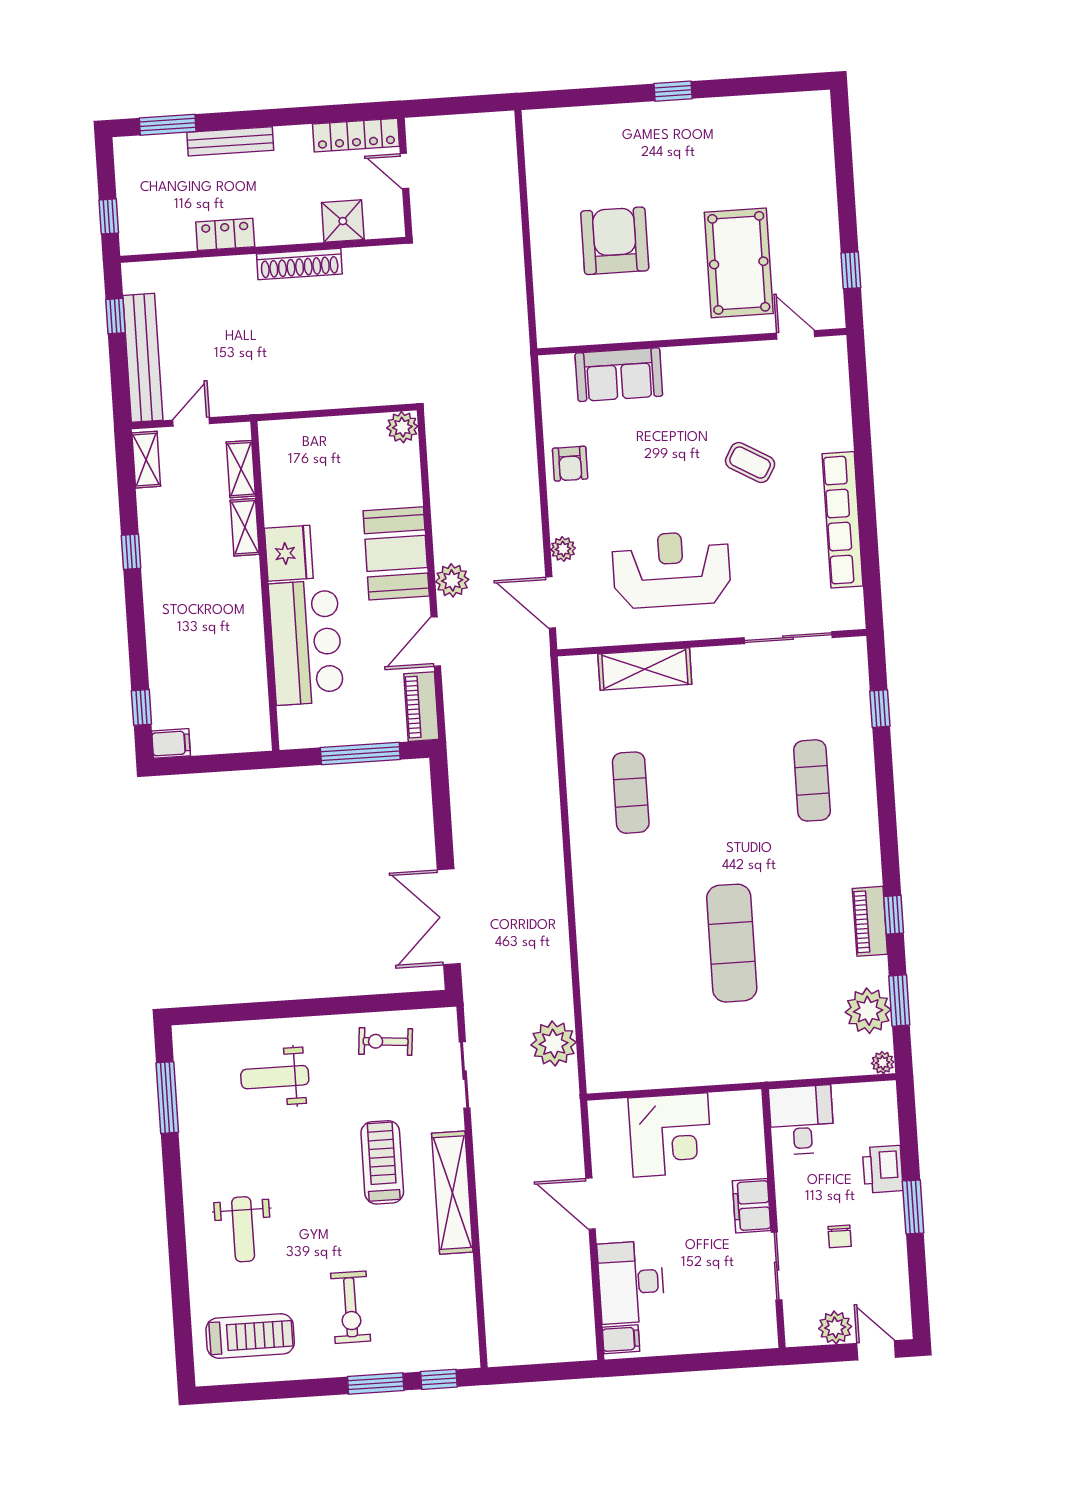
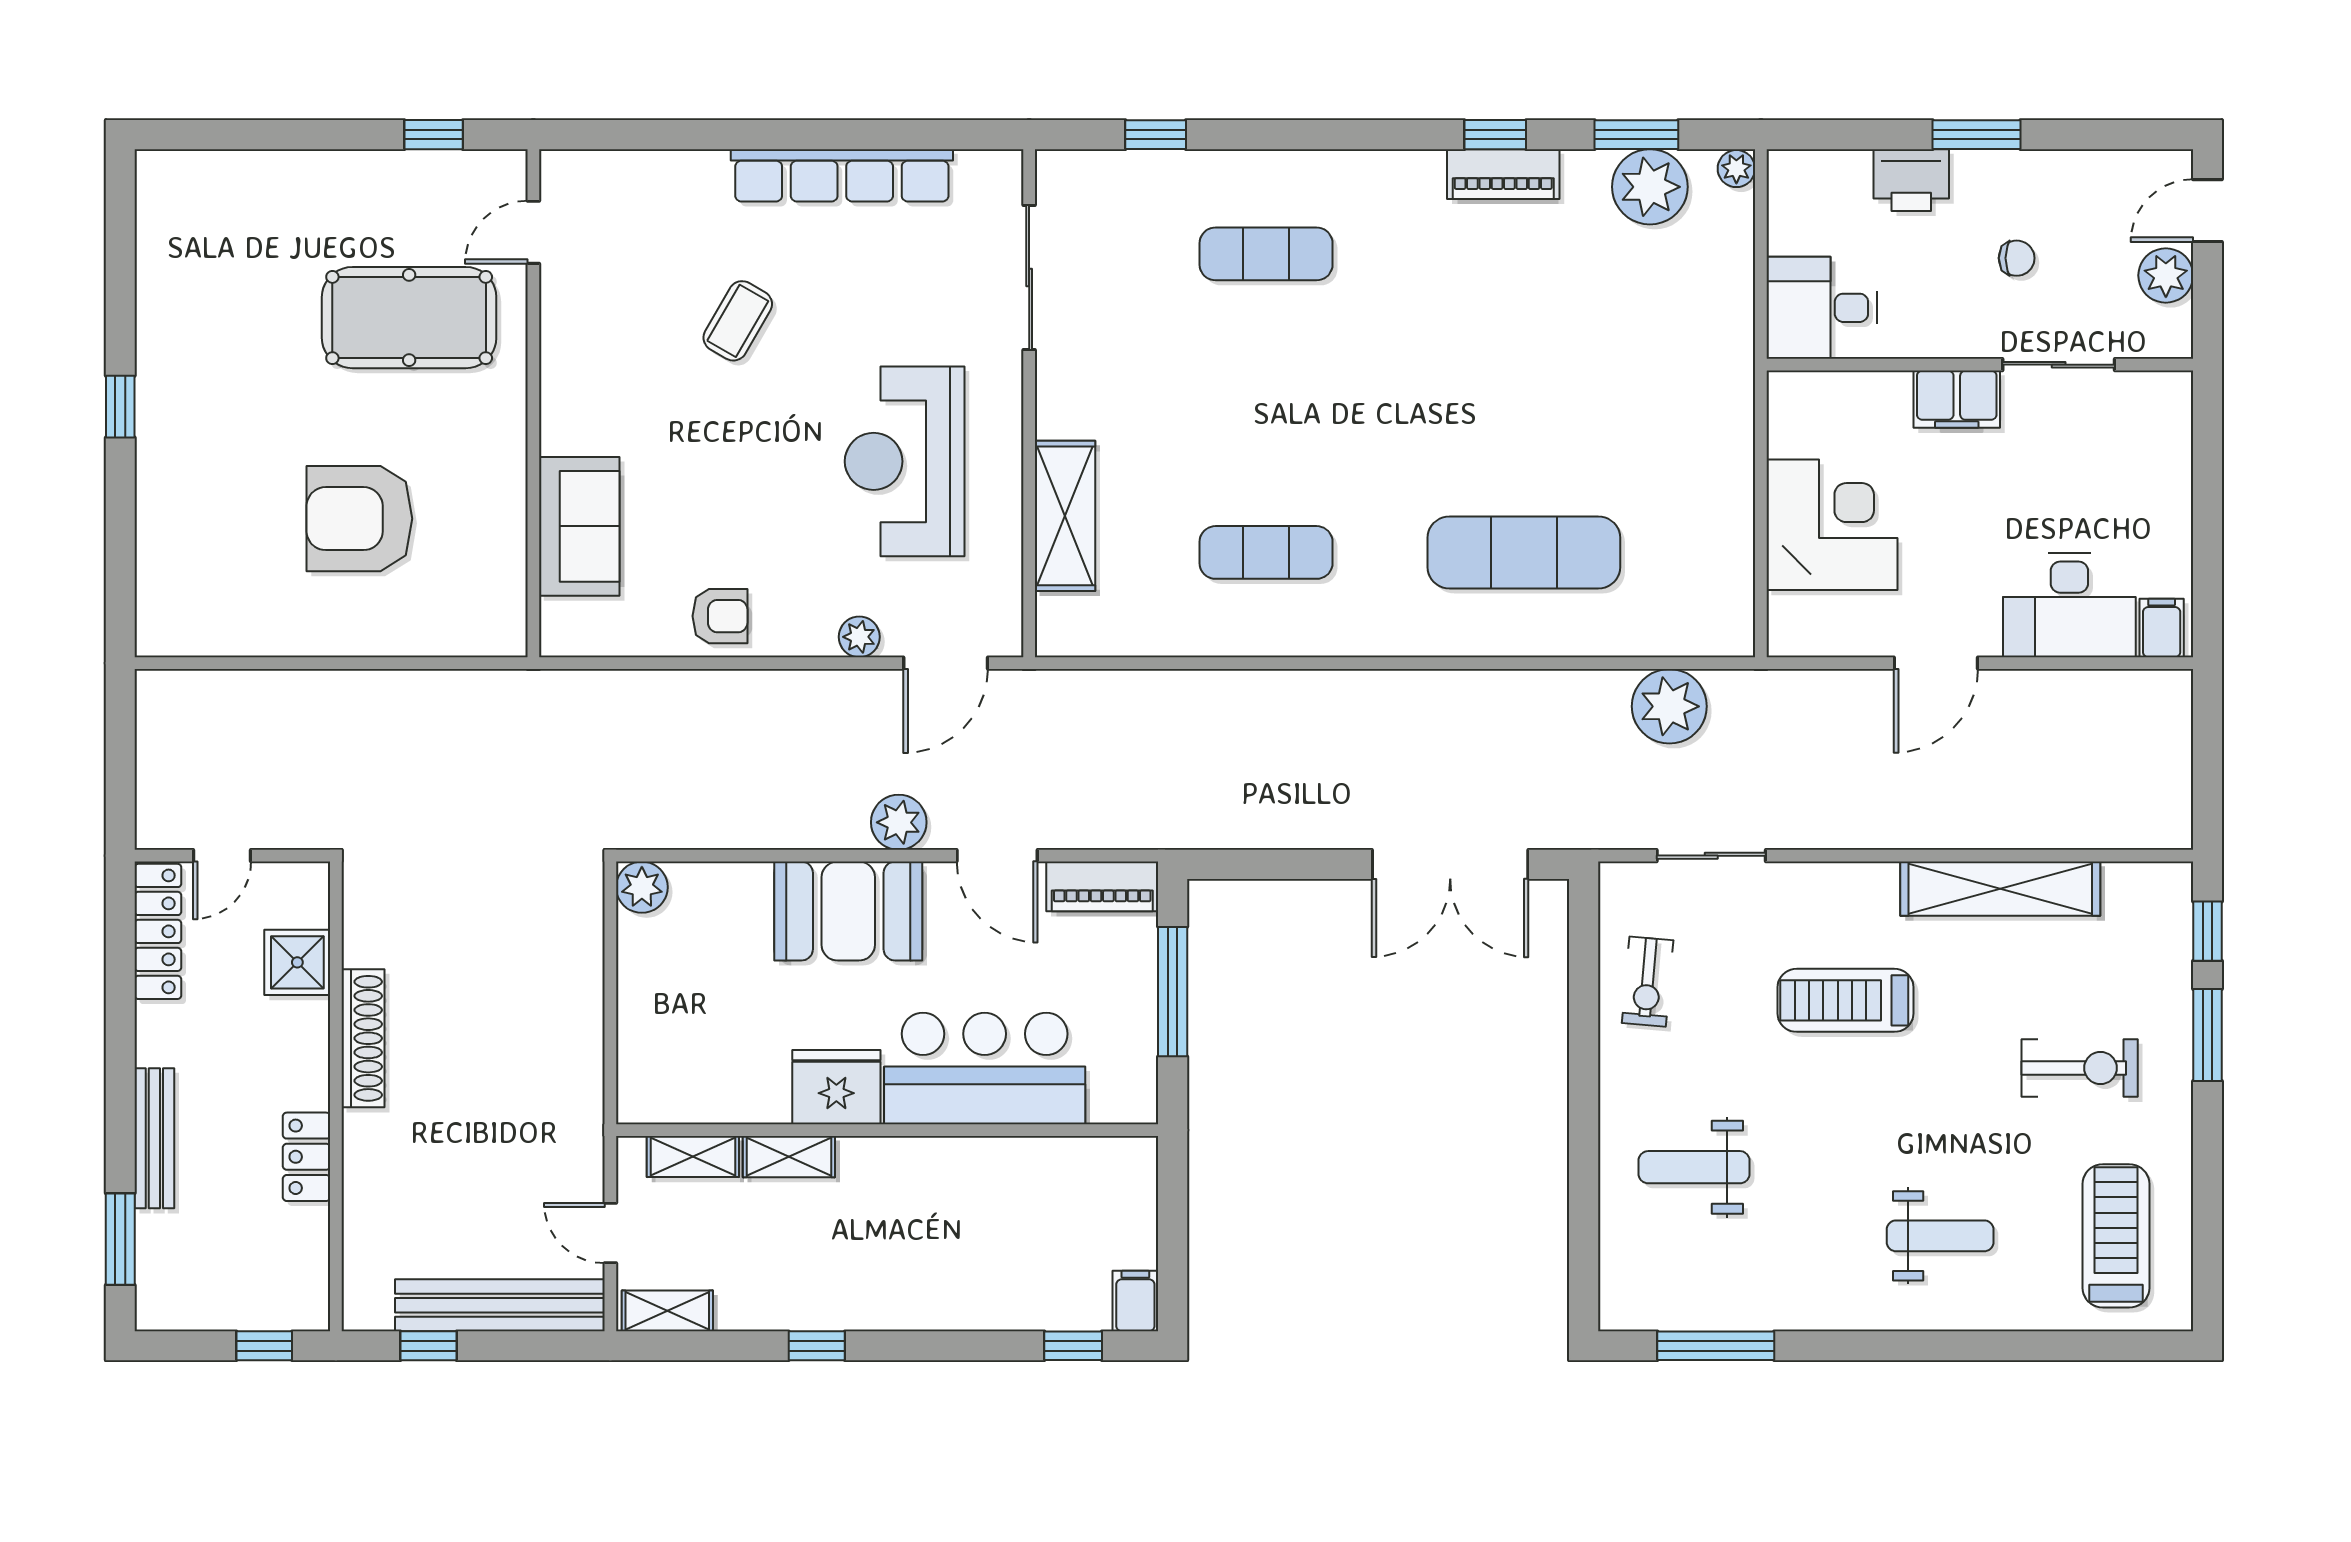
exercise mat: (732, 943) -> (1524, 552), moved
weight bench: (275, 1077) -> (1694, 1167), turned 90
shelving: (452, 1193) -> (2000, 889), moved

